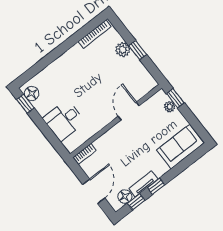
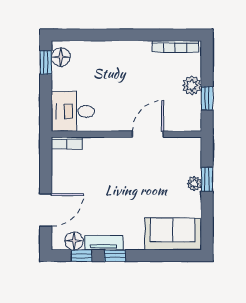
door: (129, 111) -> (148, 134), moved
wall: (116, 121) -> (126, 134), moved
bookcase: (85, 154) -> (67, 143), moved

